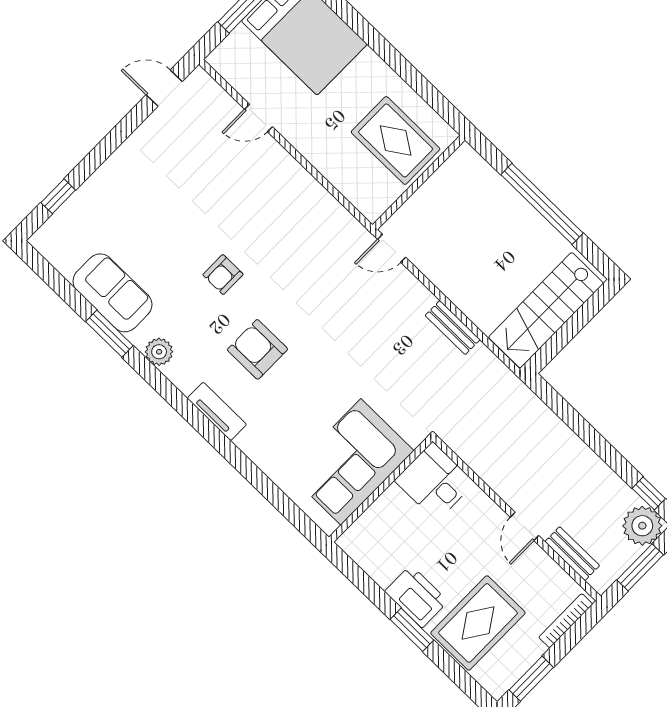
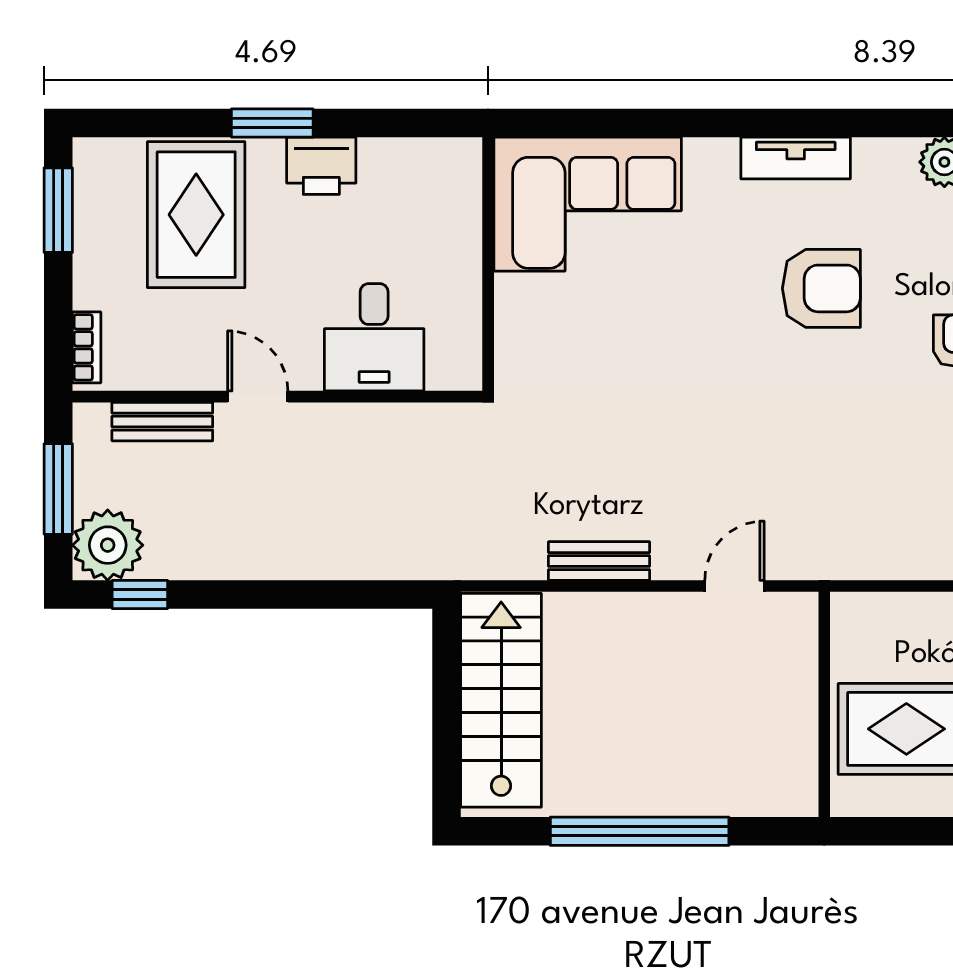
door: (392, 248) -> (734, 586), moved
corner sofa: (351, 462) -> (588, 204), moved, turned 90
desk: (435, 482) -> (374, 337), moved, turned 90
printer: (416, 596) -> (321, 166), width x0.73, depth x0.84
bookcase: (566, 621) -> (87, 347), width x0.64

